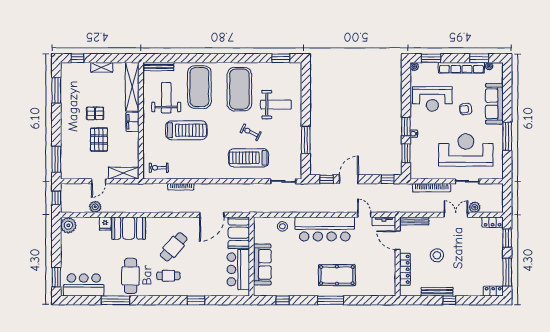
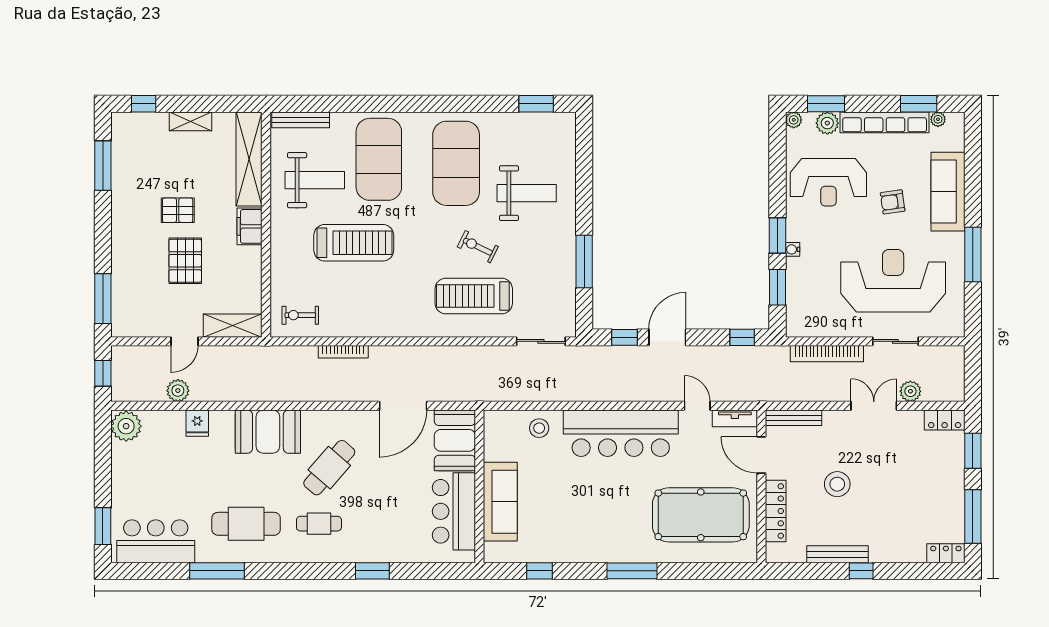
plant: (432, 68) -> (827, 123), added
weight bench: (166, 98) -> (315, 180), turned 90
booth: (129, 228) -> (268, 432), moved
pool table: (337, 275) -> (701, 515), moved, width x1.36, depth x1.32
cafe table: (131, 276) -> (246, 524), turned 90

